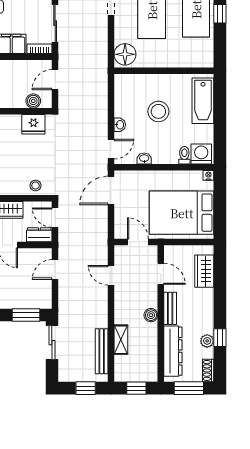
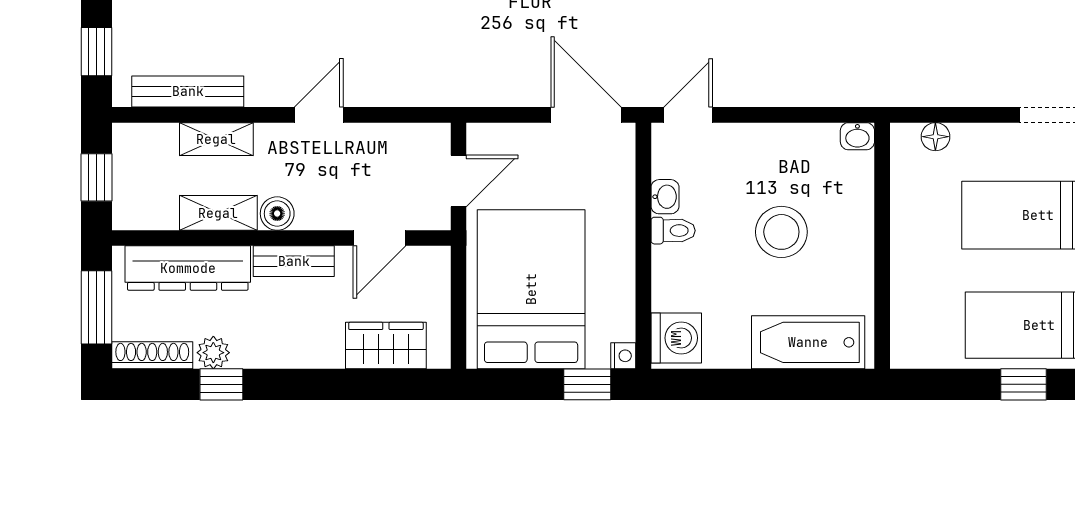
floor lamp: (125, 54) -> (935, 137), width x0.53, depth x0.53
washbasin: (120, 125) -> (857, 136), moved
door: (111, 149) -> (688, 115), swing flipped
toilet: (184, 155) -> (673, 231), moved
window: (220, 190) -> (587, 384), added
door: (111, 275) -> (319, 115), moved
shelving: (151, 339) -> (218, 213), added
shoe rack: (208, 370) -> (152, 355), width x1.43

